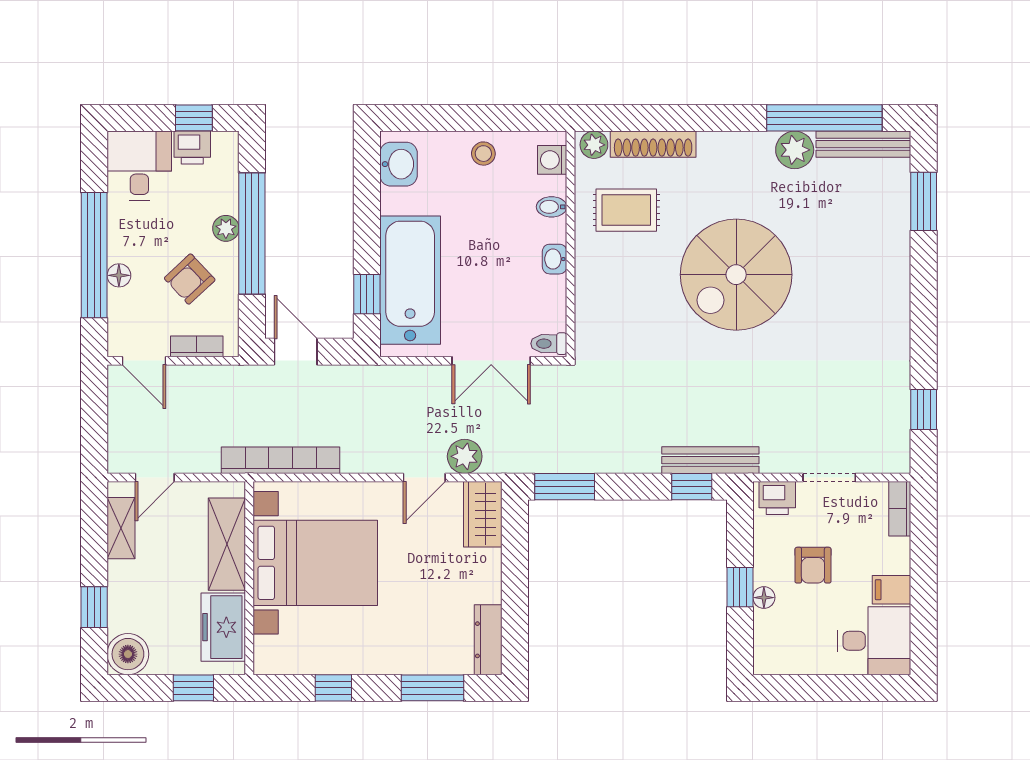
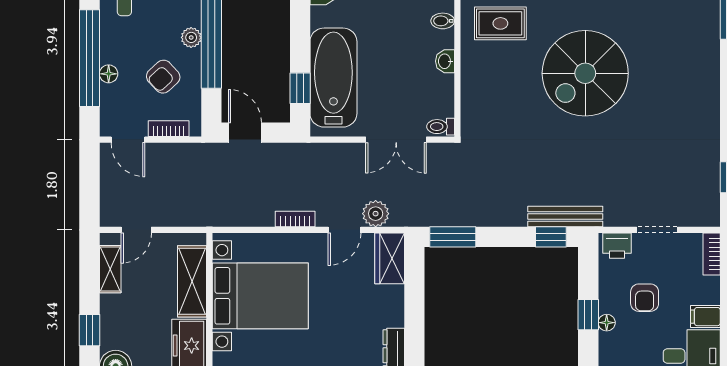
bookcase: (281, 460) -> (295, 219), moved, width x0.43, depth x0.76

